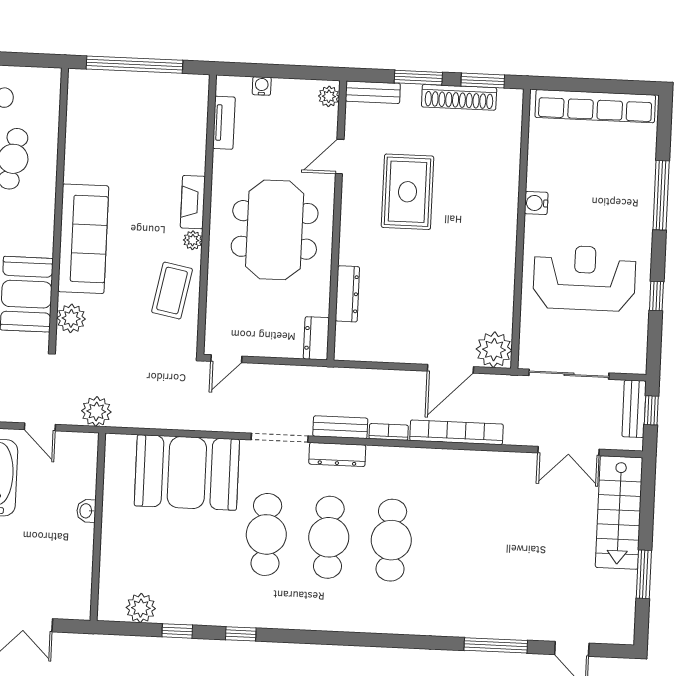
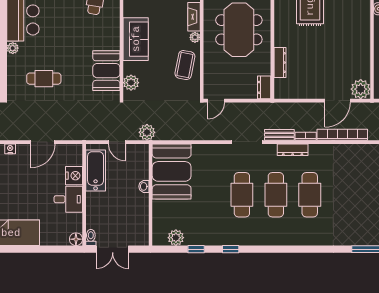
sofa: (83, 239) -> (136, 39), width x0.73
dresser: (337, 455) -> (293, 150), moved
booth: (187, 473) -> (172, 171), moved, turned 90

